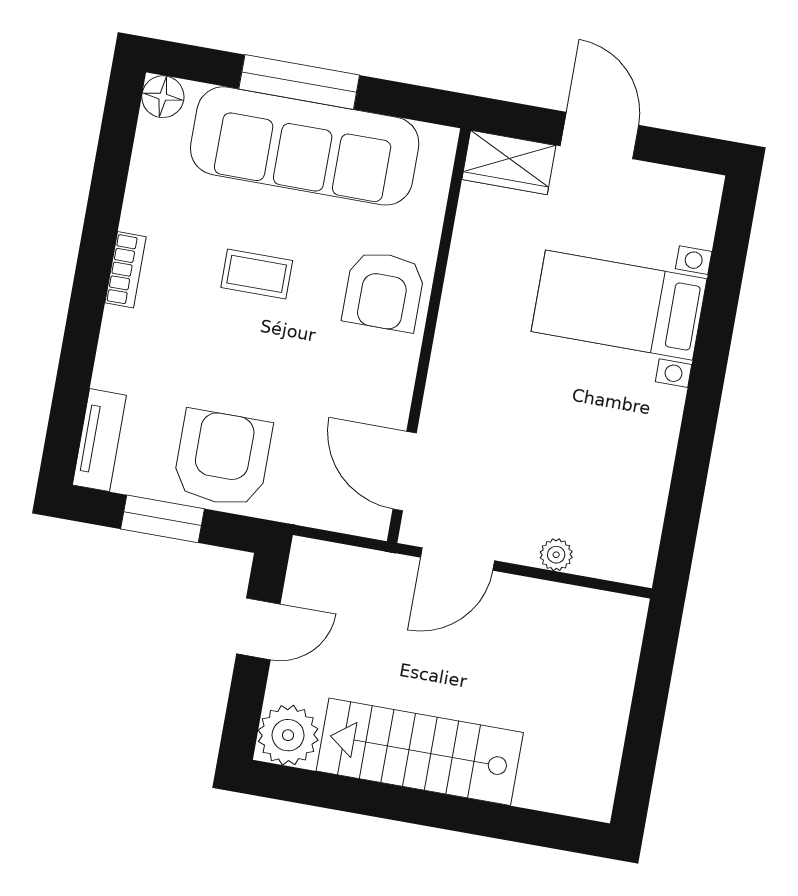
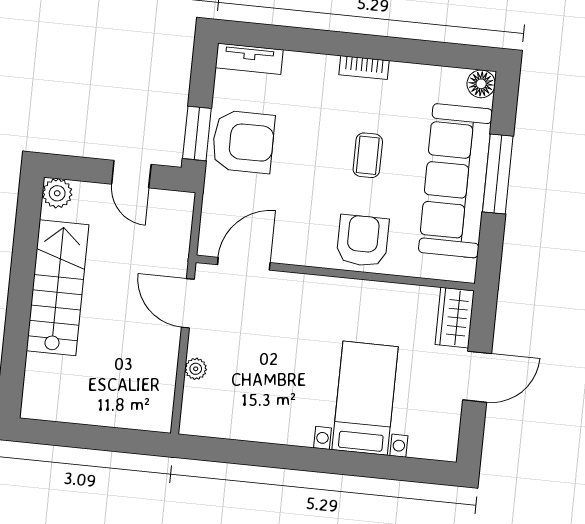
armchair: (384, 291) -> (363, 241), turned 90
window: (162, 519) -> (197, 133), moved
plant: (288, 735) -> (57, 193), width x0.73, depth x0.73

